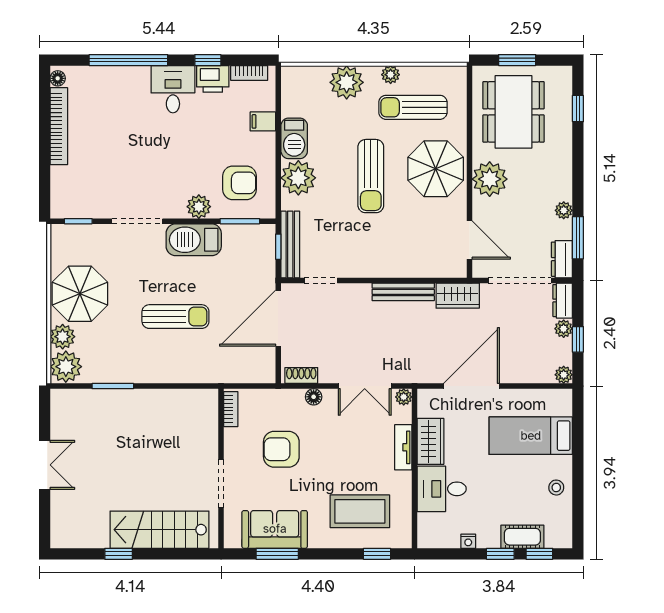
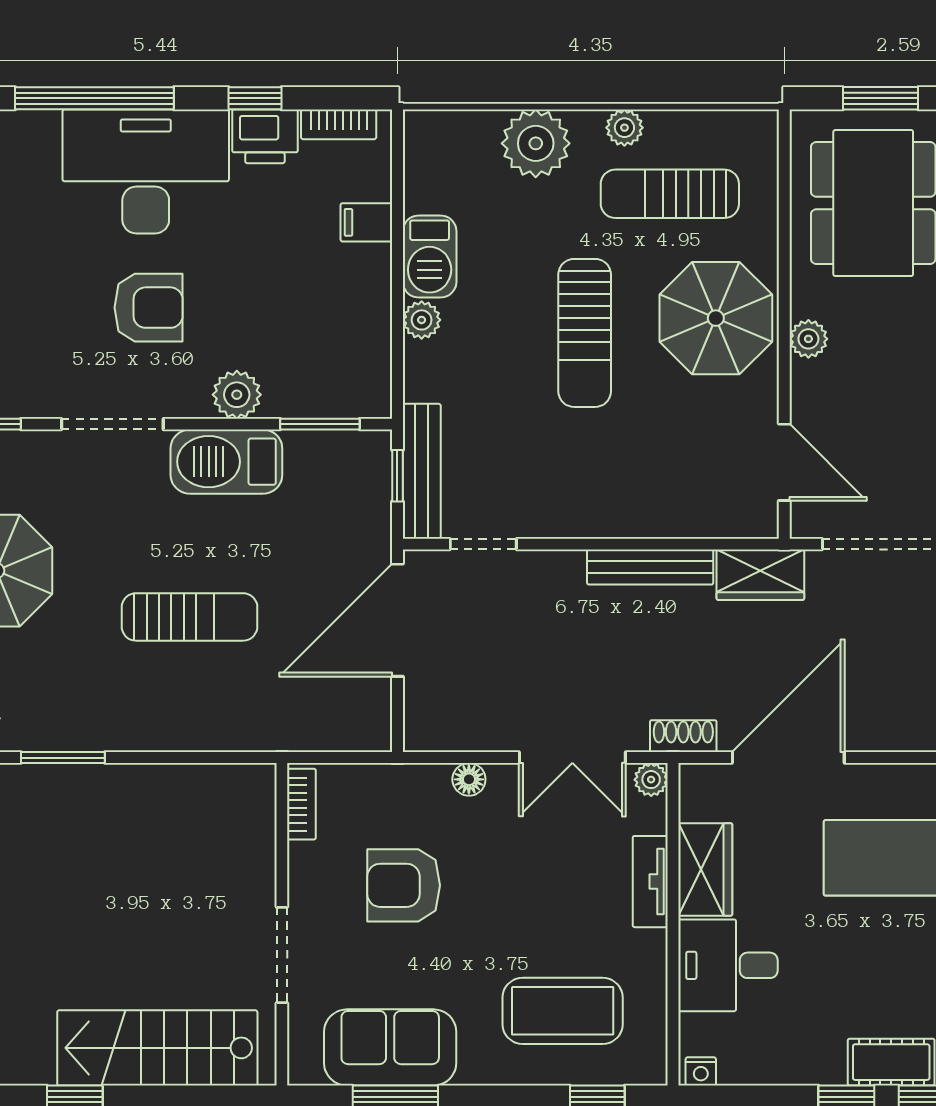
desk: (173, 89) -> (146, 171), width x1.87, depth x1.30
plant: (298, 178) -> (422, 320), width x0.53, depth x0.53
plant: (490, 179) -> (808, 339), width x0.53, depth x0.53
armchair: (240, 183) -> (149, 308), moved
shoe rack: (301, 375) -> (683, 736), moved
nightstand: (468, 541) -> (701, 1071), moved

